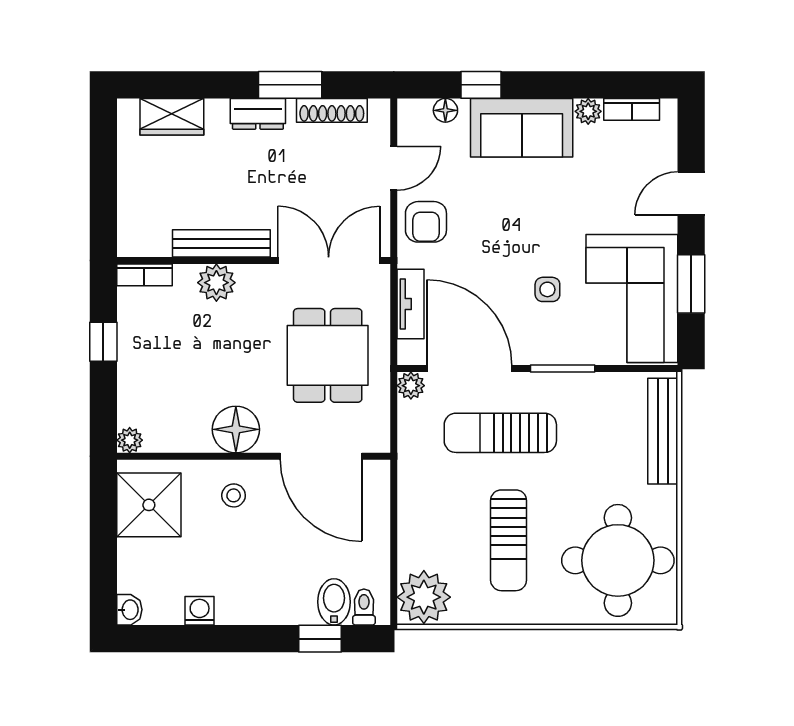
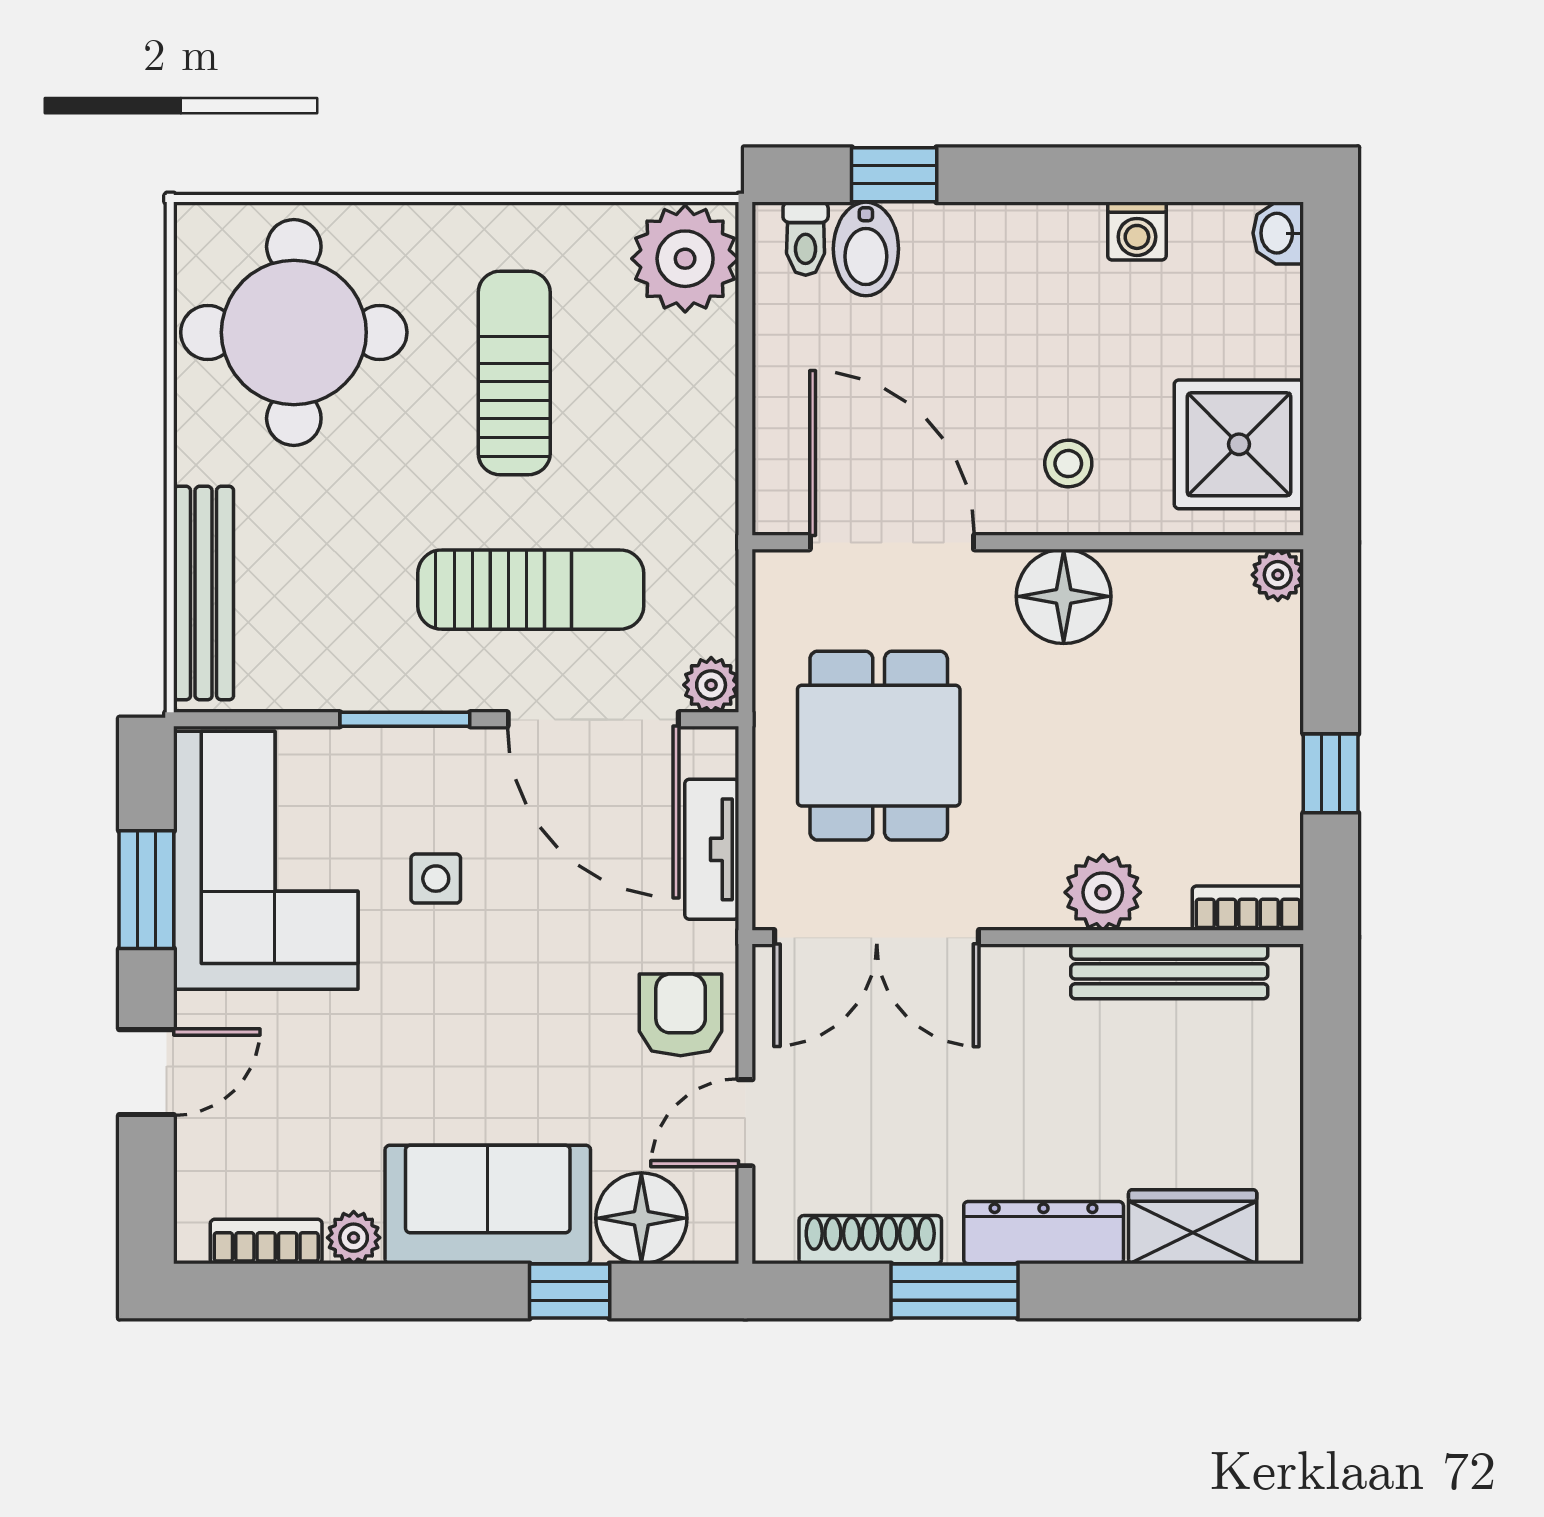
floor lamp: (445, 110) -> (641, 1218), width x1.89, depth x1.89
dresser: (258, 114) -> (1044, 1233), width x1.44
bench: (221, 243) -> (1169, 971), moved

